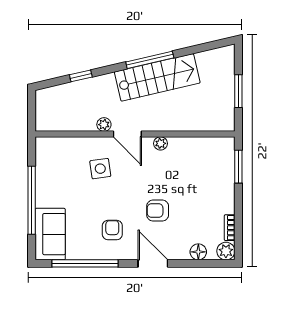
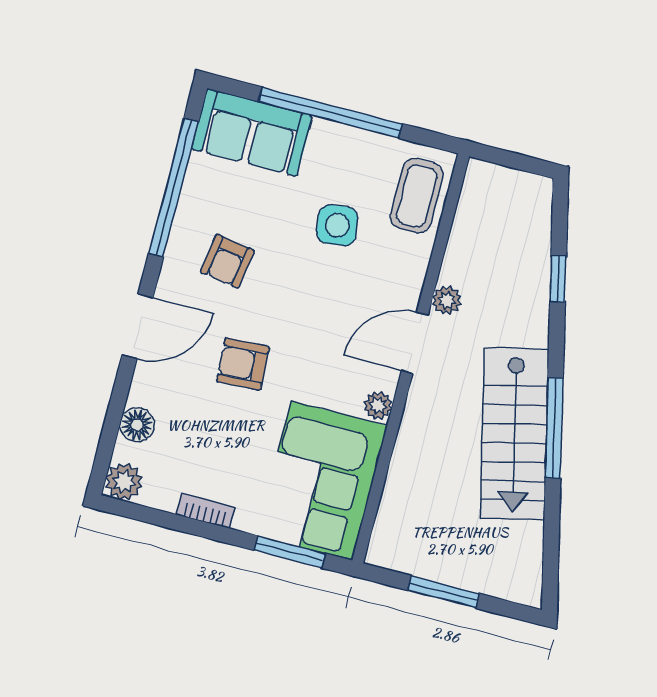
coffee table: (60, 151) -> (417, 196), added
corner sofa: (202, 160) -> (322, 481), added
side table: (100, 169) -> (337, 225), moved
armchair: (158, 211) -> (243, 364), turned -93
bookcase: (230, 228) -> (206, 511), moved
armchair: (112, 230) -> (227, 261), turned 99

